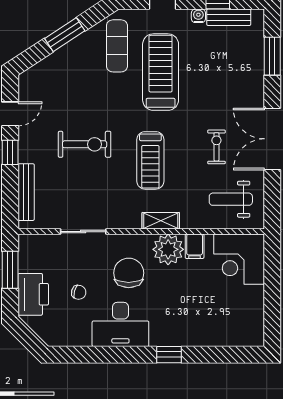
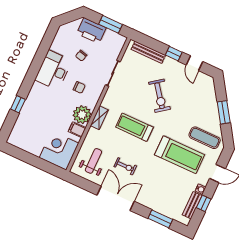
exercise bike: (85, 144) -> (160, 96), turned -37
chair: (129, 273) -> (79, 87), width x0.54, depth x0.54
window: (169, 355) -> (18, 104), moved

